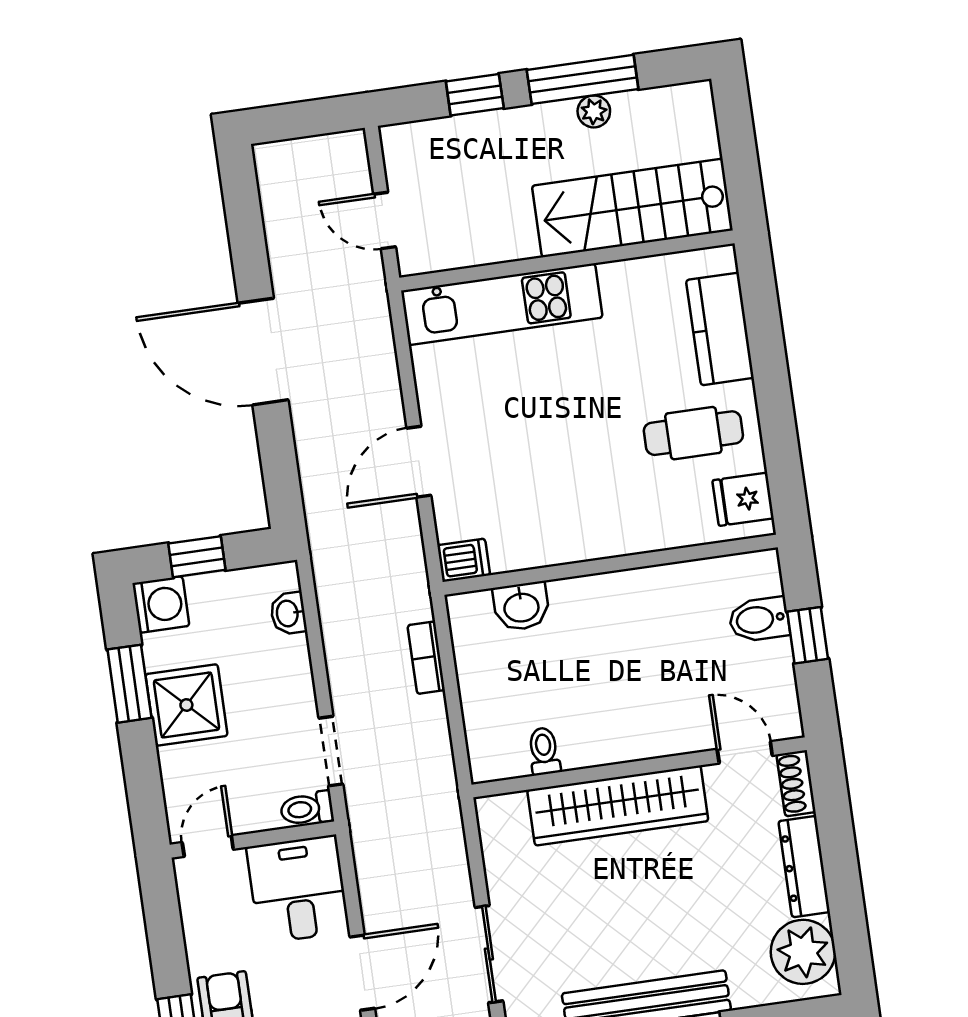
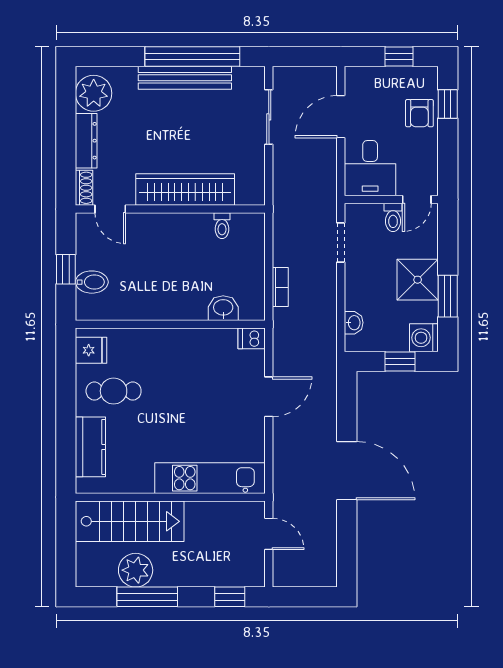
window: (475, 95) -> (230, 597), moved
plant: (594, 111) -> (136, 570), width x1.87, depth x1.87
toilet: (307, 809) -> (393, 217), moved, turned 90

